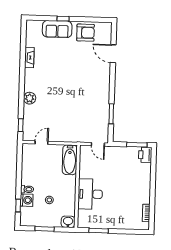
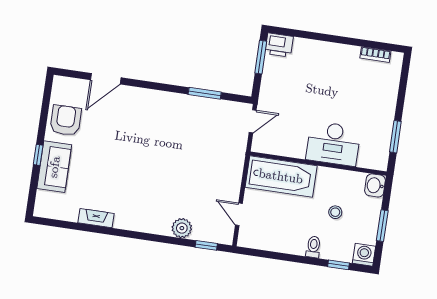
plant: (30, 98) -> (182, 228), moved
bathtub: (70, 160) -> (281, 176), width x1.36, depth x1.36
washing machine: (27, 200) -> (364, 255), moved

